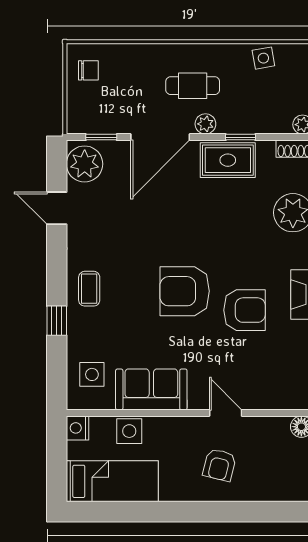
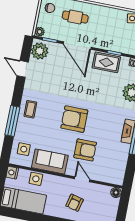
cafe table: (193, 86) -> (75, 17), moved
plant: (205, 124) -> (40, 32), moved
door: (160, 137) -> (77, 45), hinge flipped
armchair: (245, 310) -> (85, 150), moved
window: (57, 321) -> (12, 121), width x2.17

